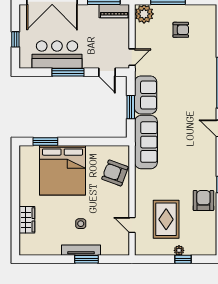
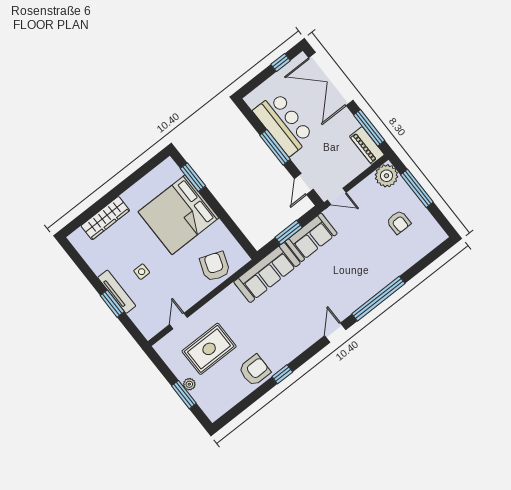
window: (15, 39) -> (281, 63), moved
wardrobe: (27, 220) -> (105, 218), width x1.50
window: (183, 259) -> (184, 395), width x1.50

